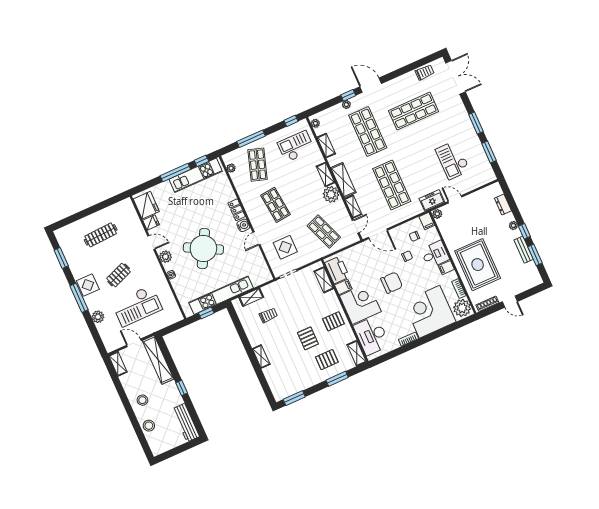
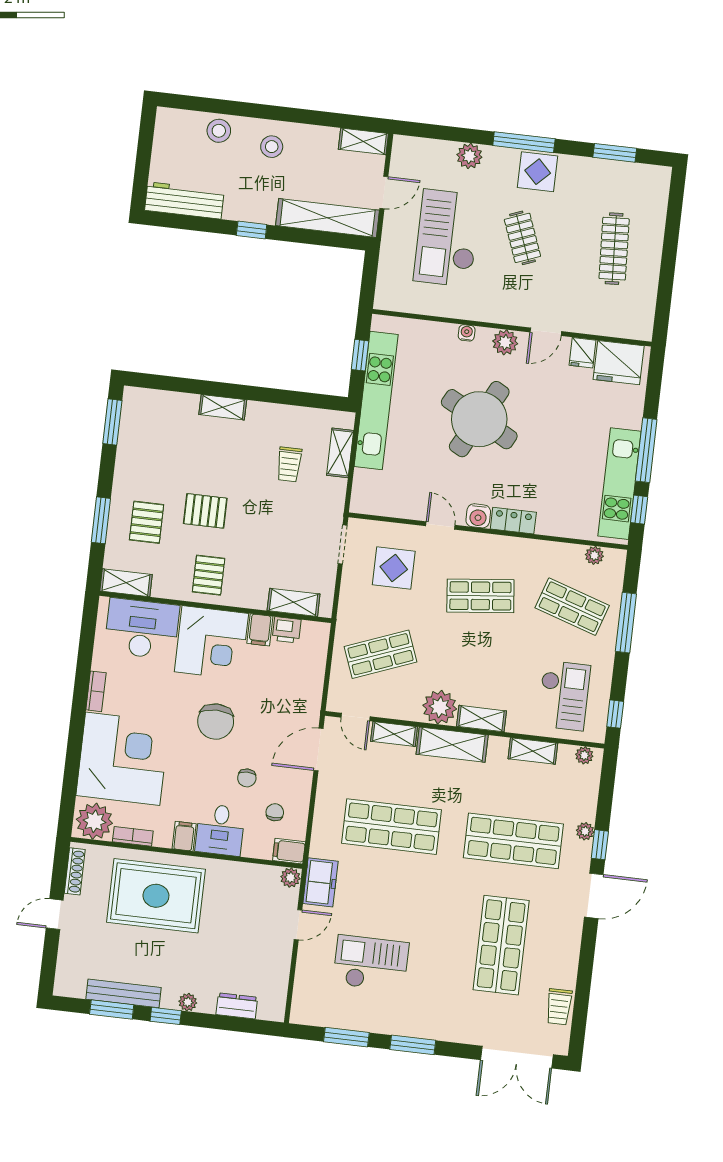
bench: (524, 250) -> (124, 993), width x1.36
printer: (337, 270) -> (286, 630), width x0.53, depth x0.68

